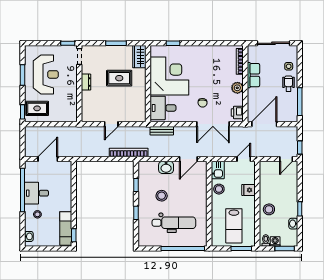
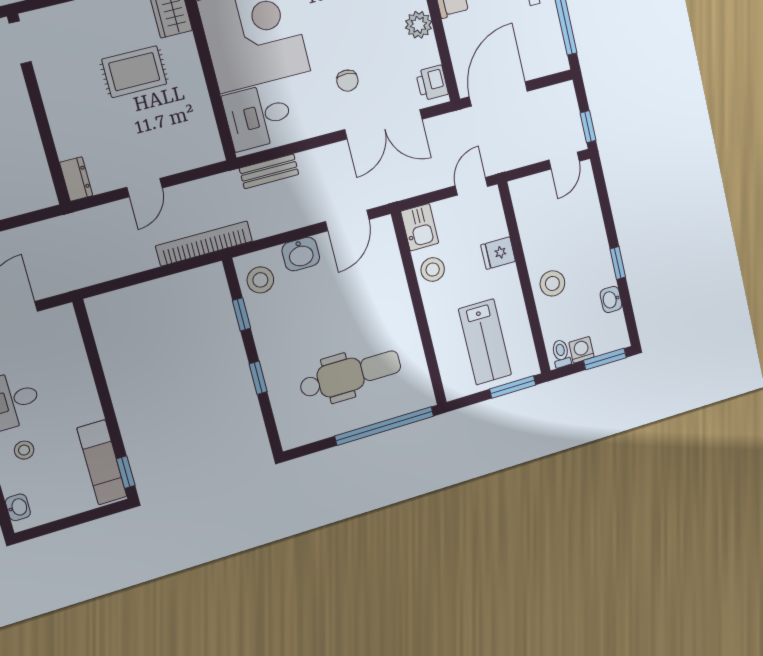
dresser: (86, 82) -> (76, 179), moved
stool: (162, 196) -> (260, 280), moved

